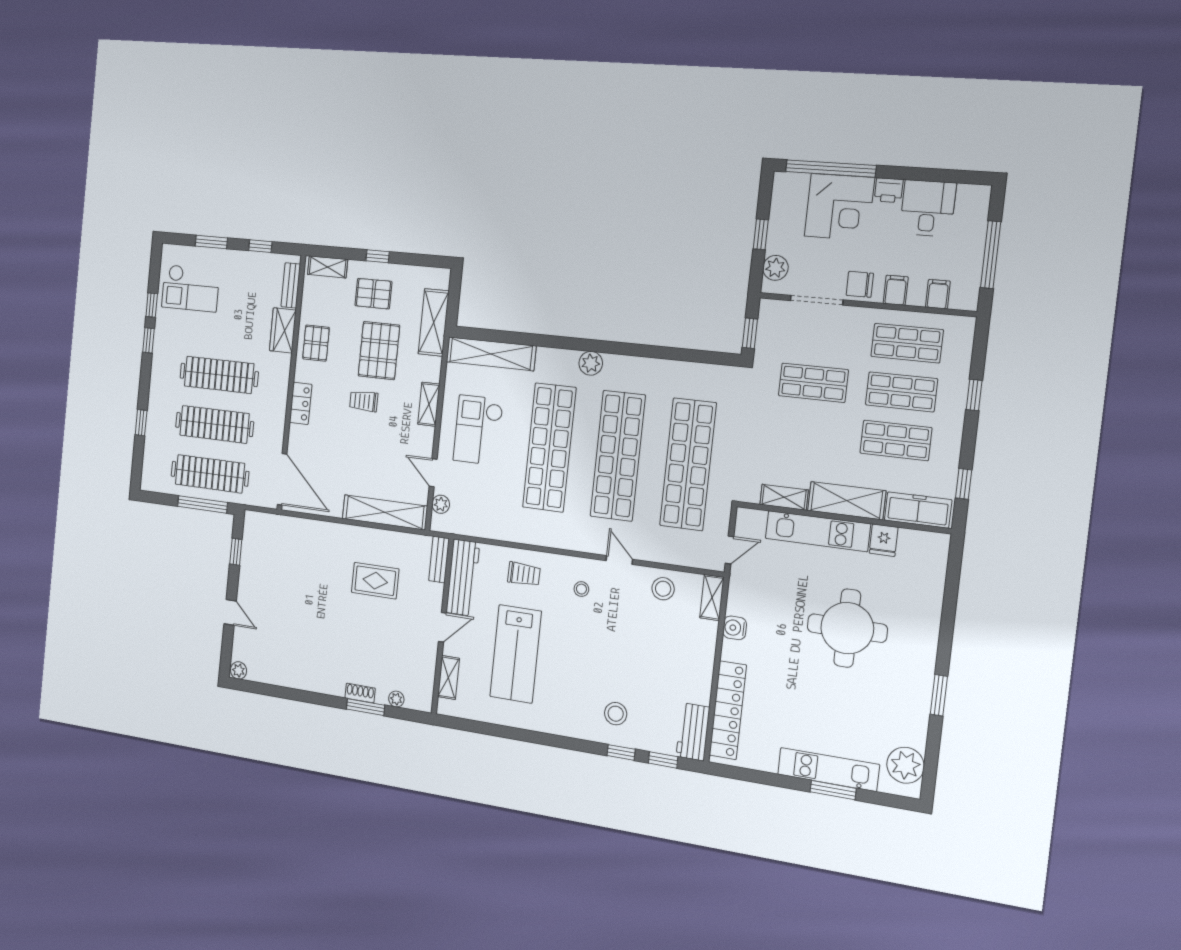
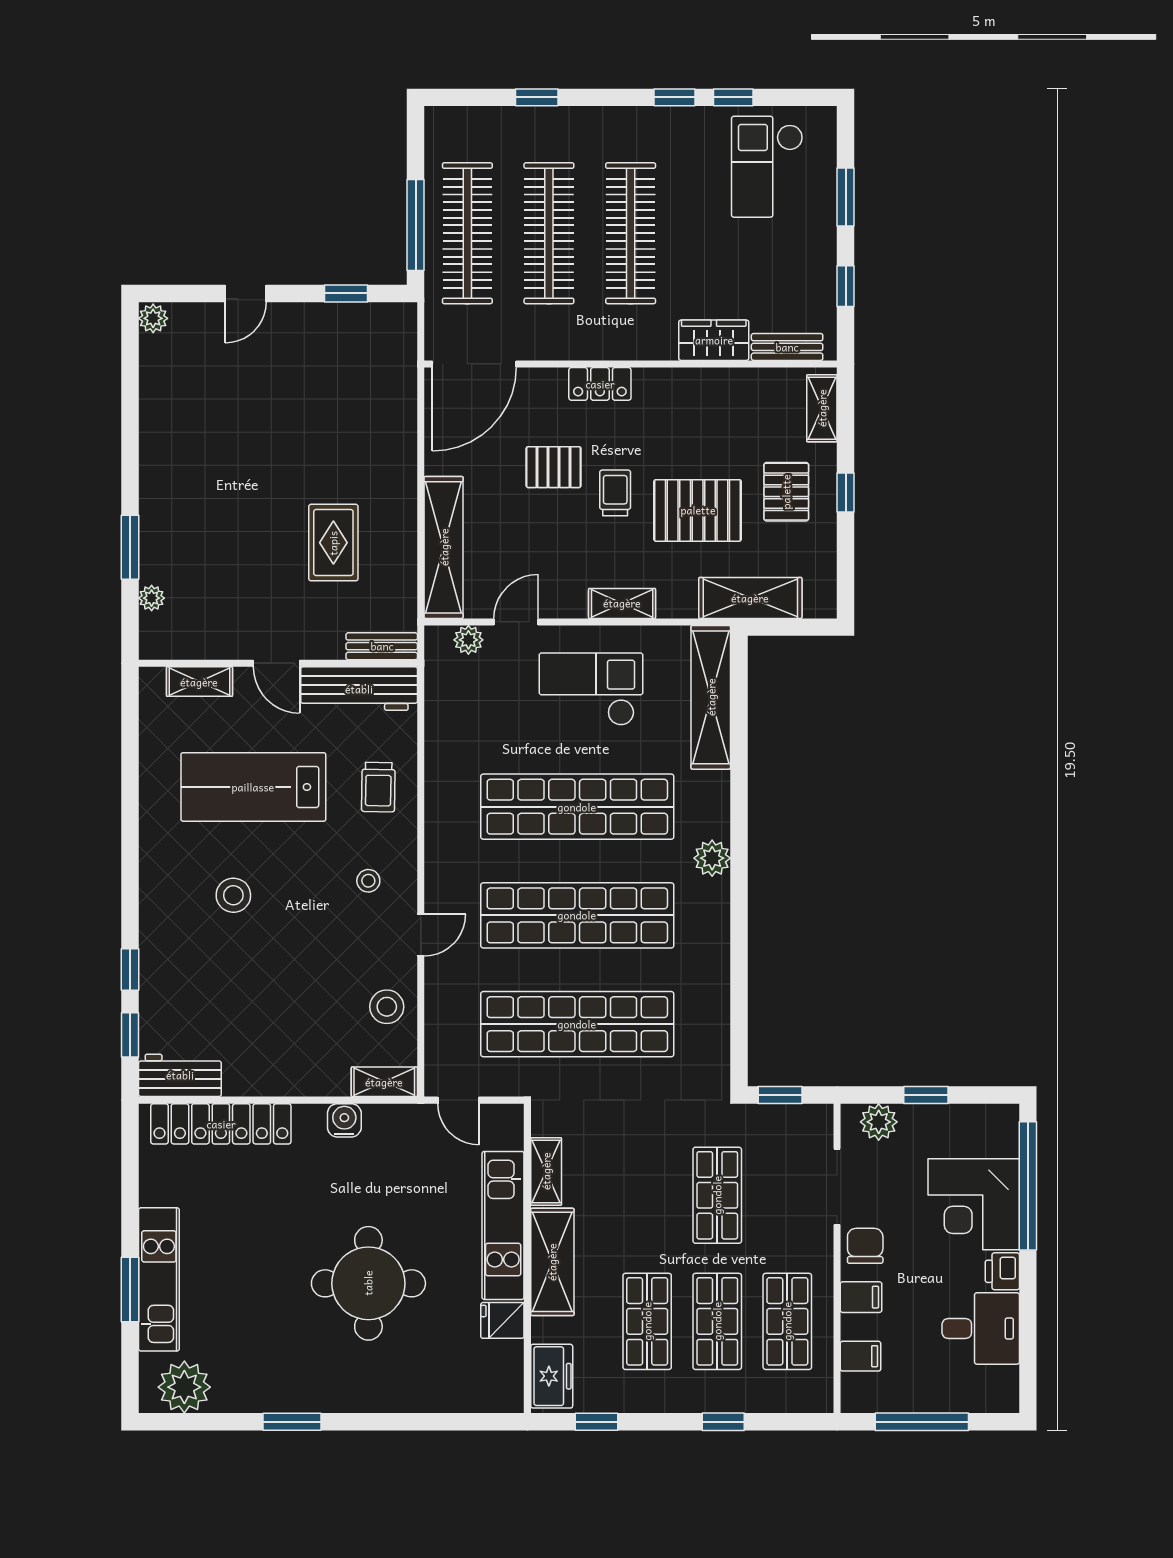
pallet: (316, 343) -> (554, 467), moved
freezer: (918, 510) -> (552, 1376), width x0.71
shoe rack: (360, 693) -> (151, 536), removed
stool: (616, 714) -> (233, 895), moved

